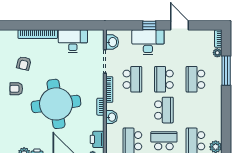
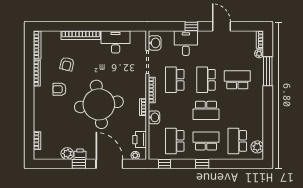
desk: (148, 42) -> (186, 43), width x0.73
school desk: (132, 79) -> (175, 80), turned 180
school desk: (195, 79) -> (237, 80), turned 90
school desk: (164, 110) -> (206, 110), turned 90

